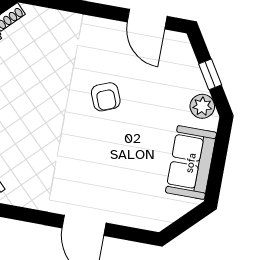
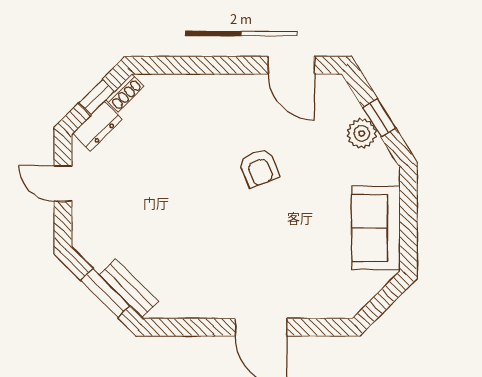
plant: (202, 106) -> (362, 134), moved

